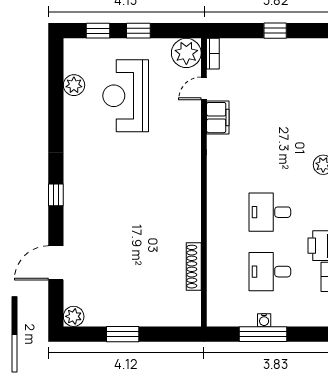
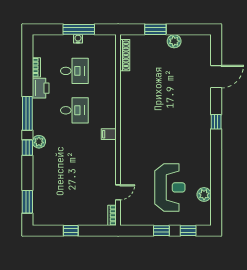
plant: (186, 53) -> (130, 216), removed
filing cabinet: (218, 118) -> (109, 134), moved, width x0.50
shoe rack: (194, 267) -> (125, 55), moved
plant: (74, 316) -> (174, 41), moved
window: (123, 334) -> (155, 29), moved

